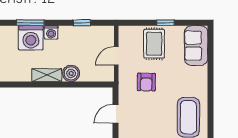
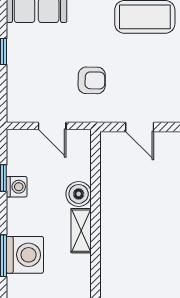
washing machine: (51, 32) -> (17, 187), moved
rug: (154, 44) -> (34, 69), removed

